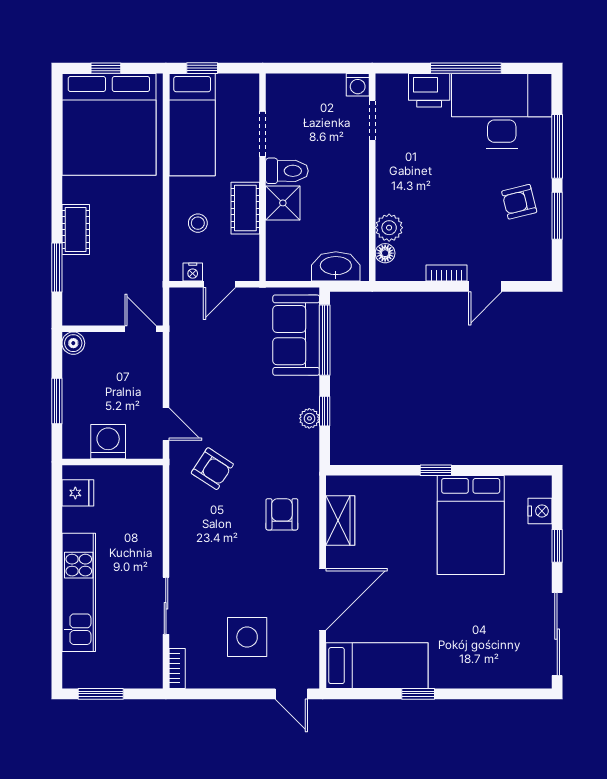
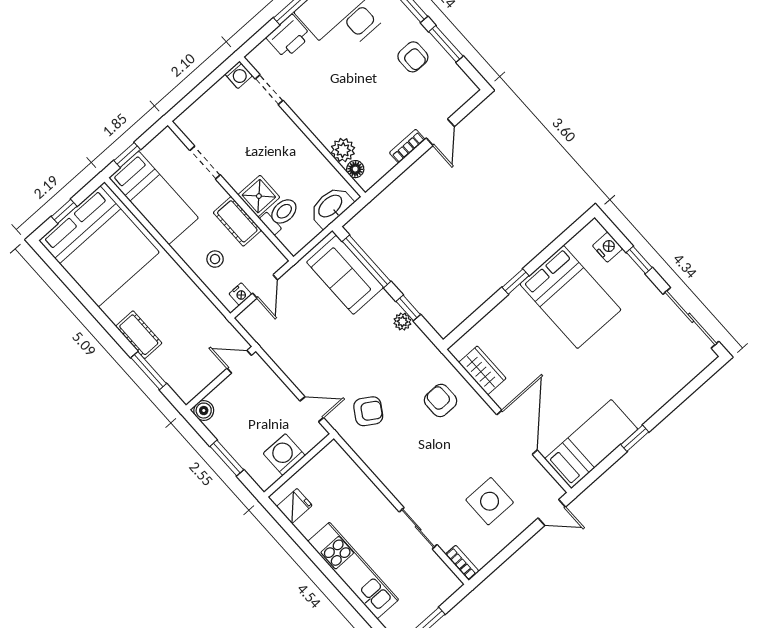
toilet: (287, 171) -> (280, 215), moved
armchair: (519, 202) -> (413, 57), turned -76

